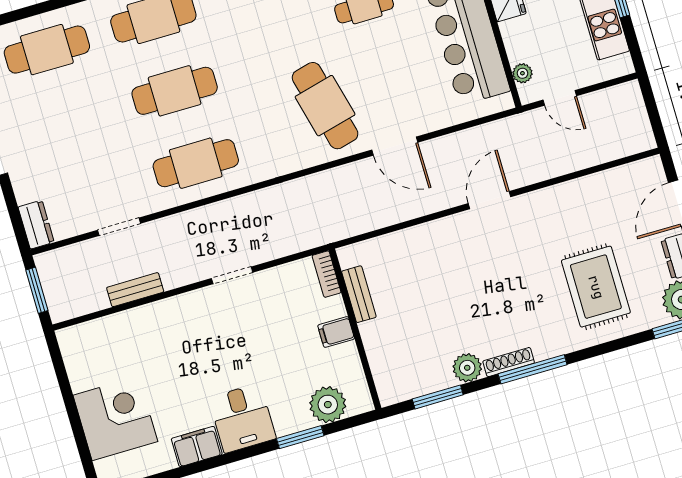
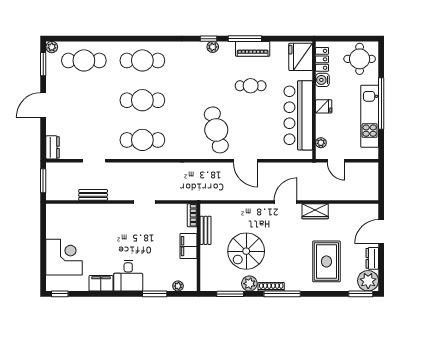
wardrobe: (548, 201) -> (315, 211), added
spiral stairs: (444, 310) -> (246, 251), added
filing cabinet: (336, 332) -> (188, 246), width x2.00
plant: (328, 405) -> (178, 286), width x0.53, depth x0.53

